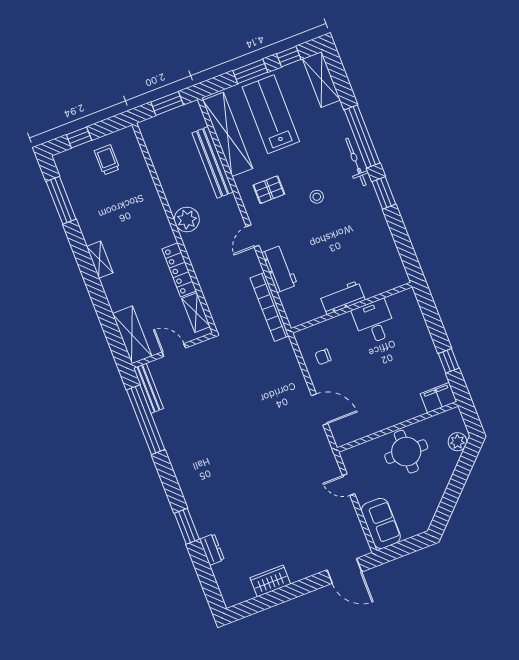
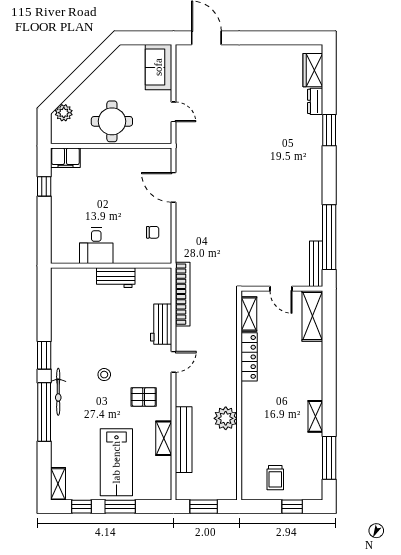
shelving: (321, 79) -> (58, 484), width x0.67, depth x0.75
shelving: (228, 134) -> (164, 438), width x0.45, depth x0.75
plant: (187, 219) -> (226, 418), moved
shelving: (100, 260) -> (315, 416), moved
wardrobe: (270, 581) -> (313, 70), moved, turned 90

